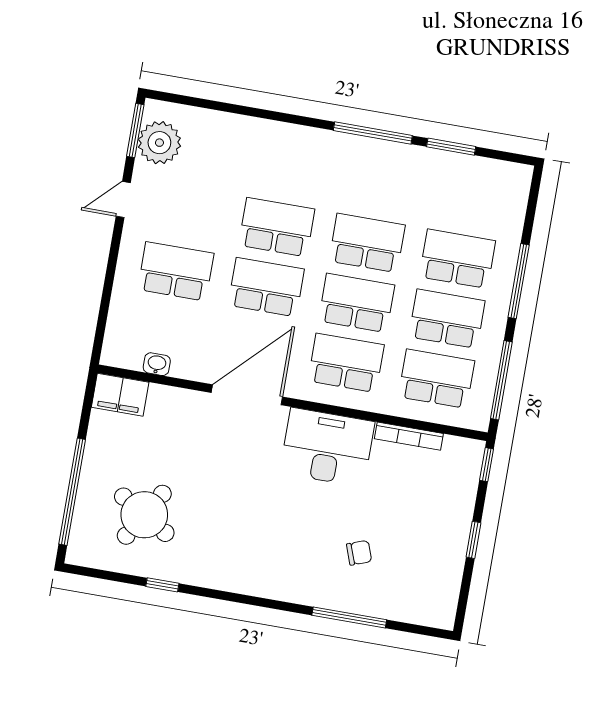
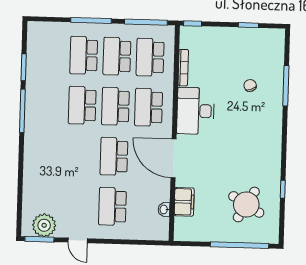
school desk: (277, 227) -> (81, 155), removed
filing cabinet: (120, 395) -> (184, 202), moved
window: (473, 540) -> (248, 25), moved

